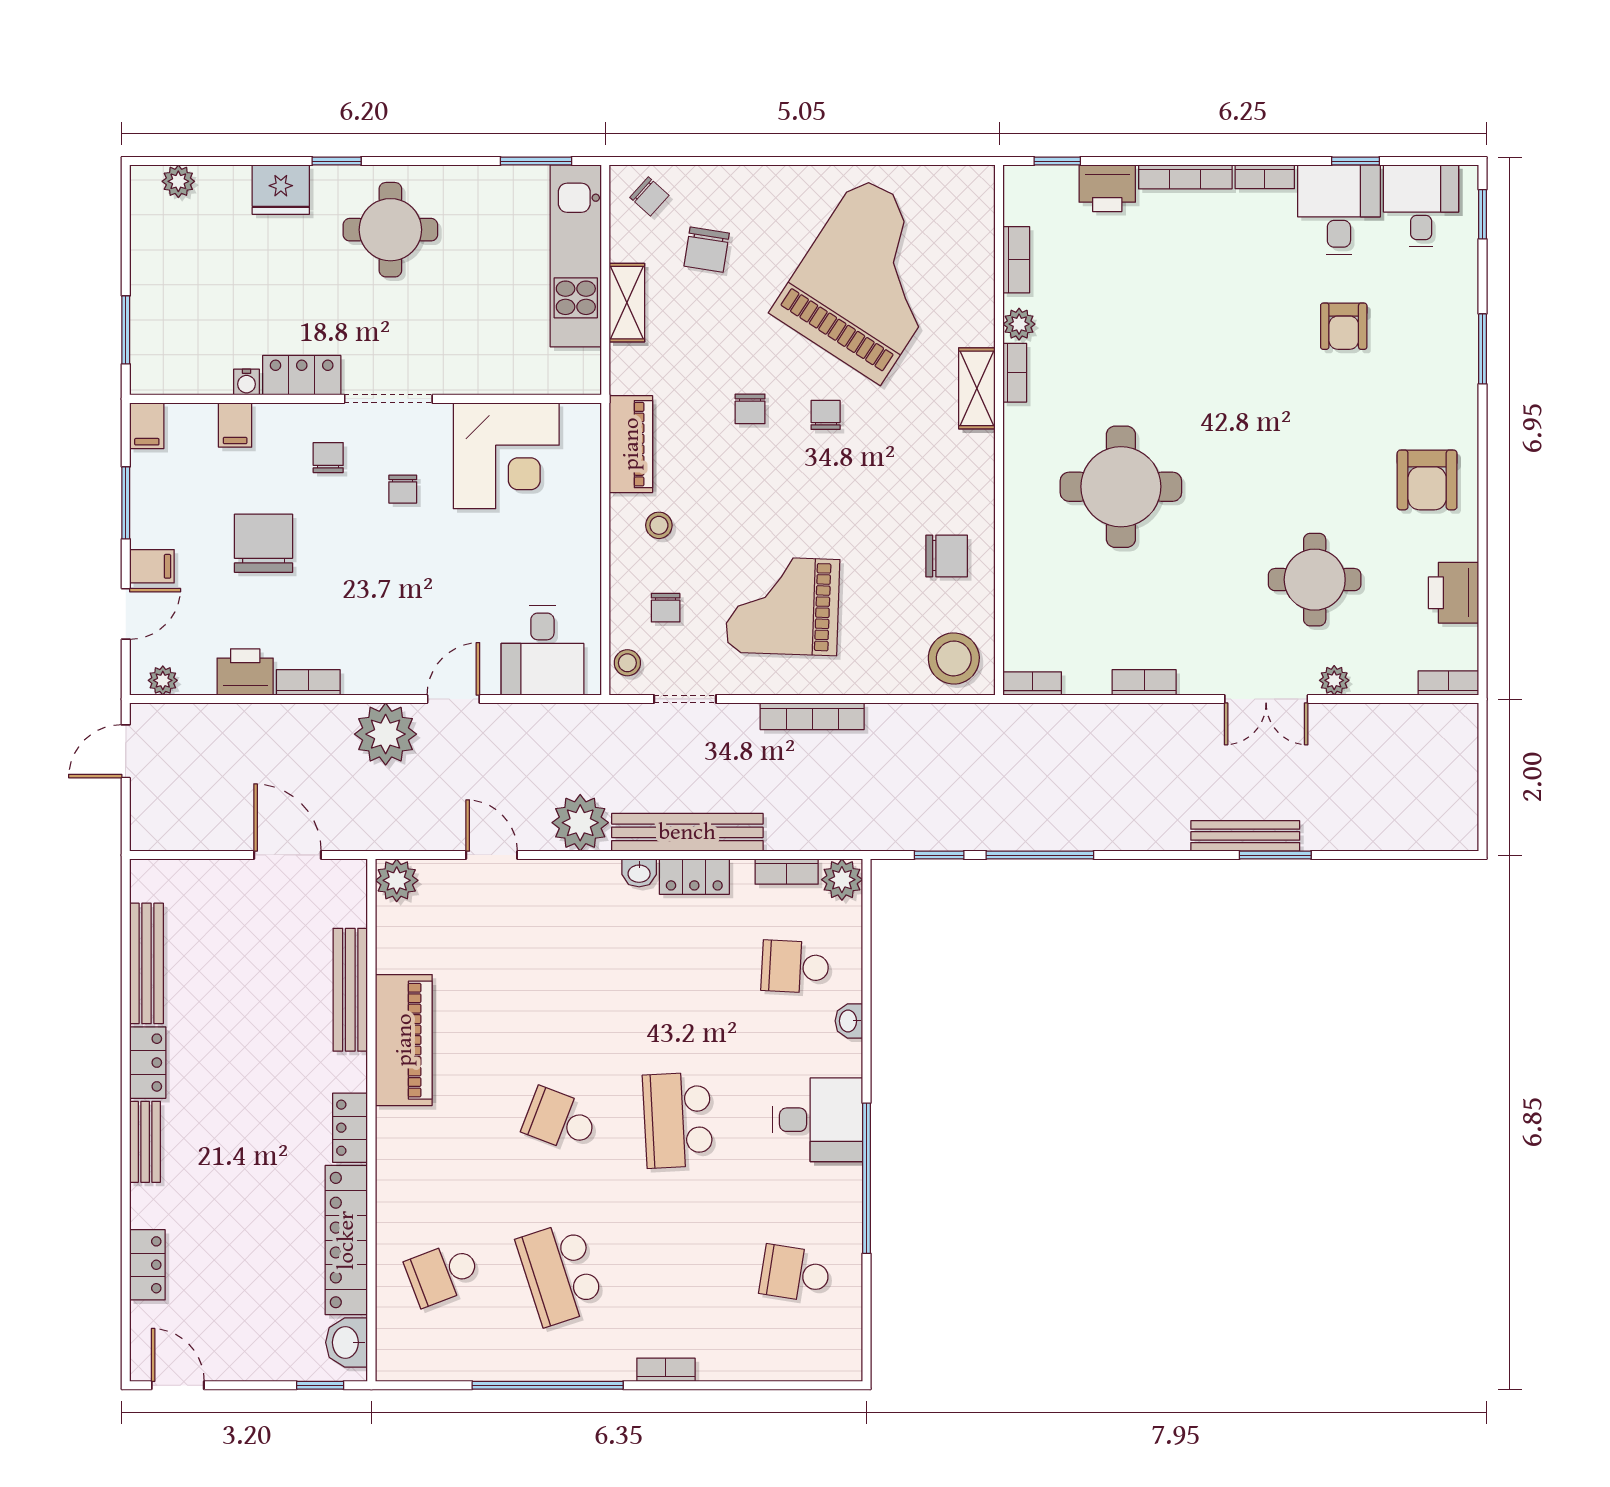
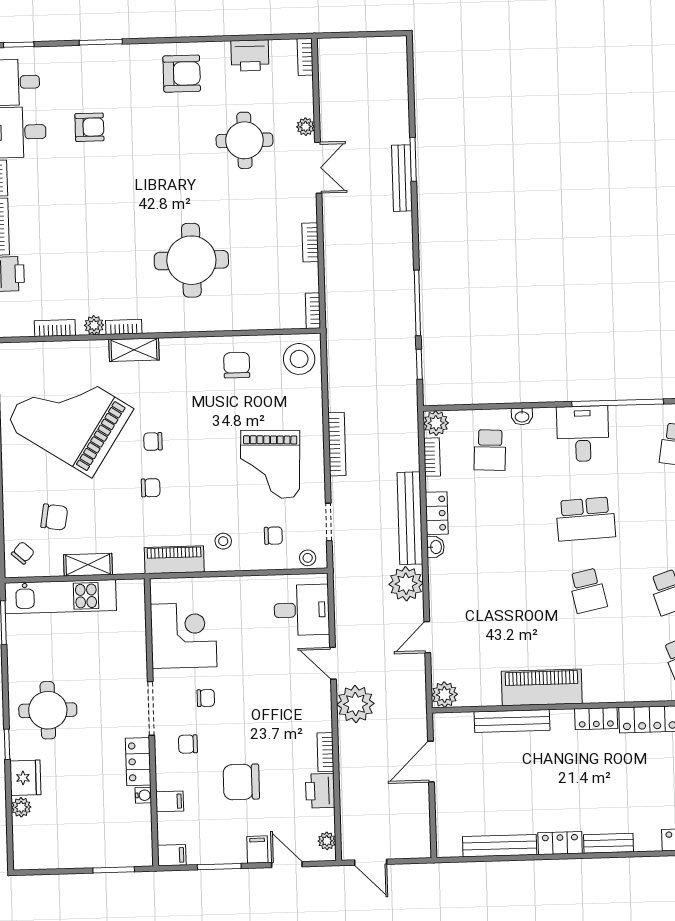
plant: (178, 181) -> (21, 807), moved
school desk: (560, 1120) -> (588, 591), turned -33

